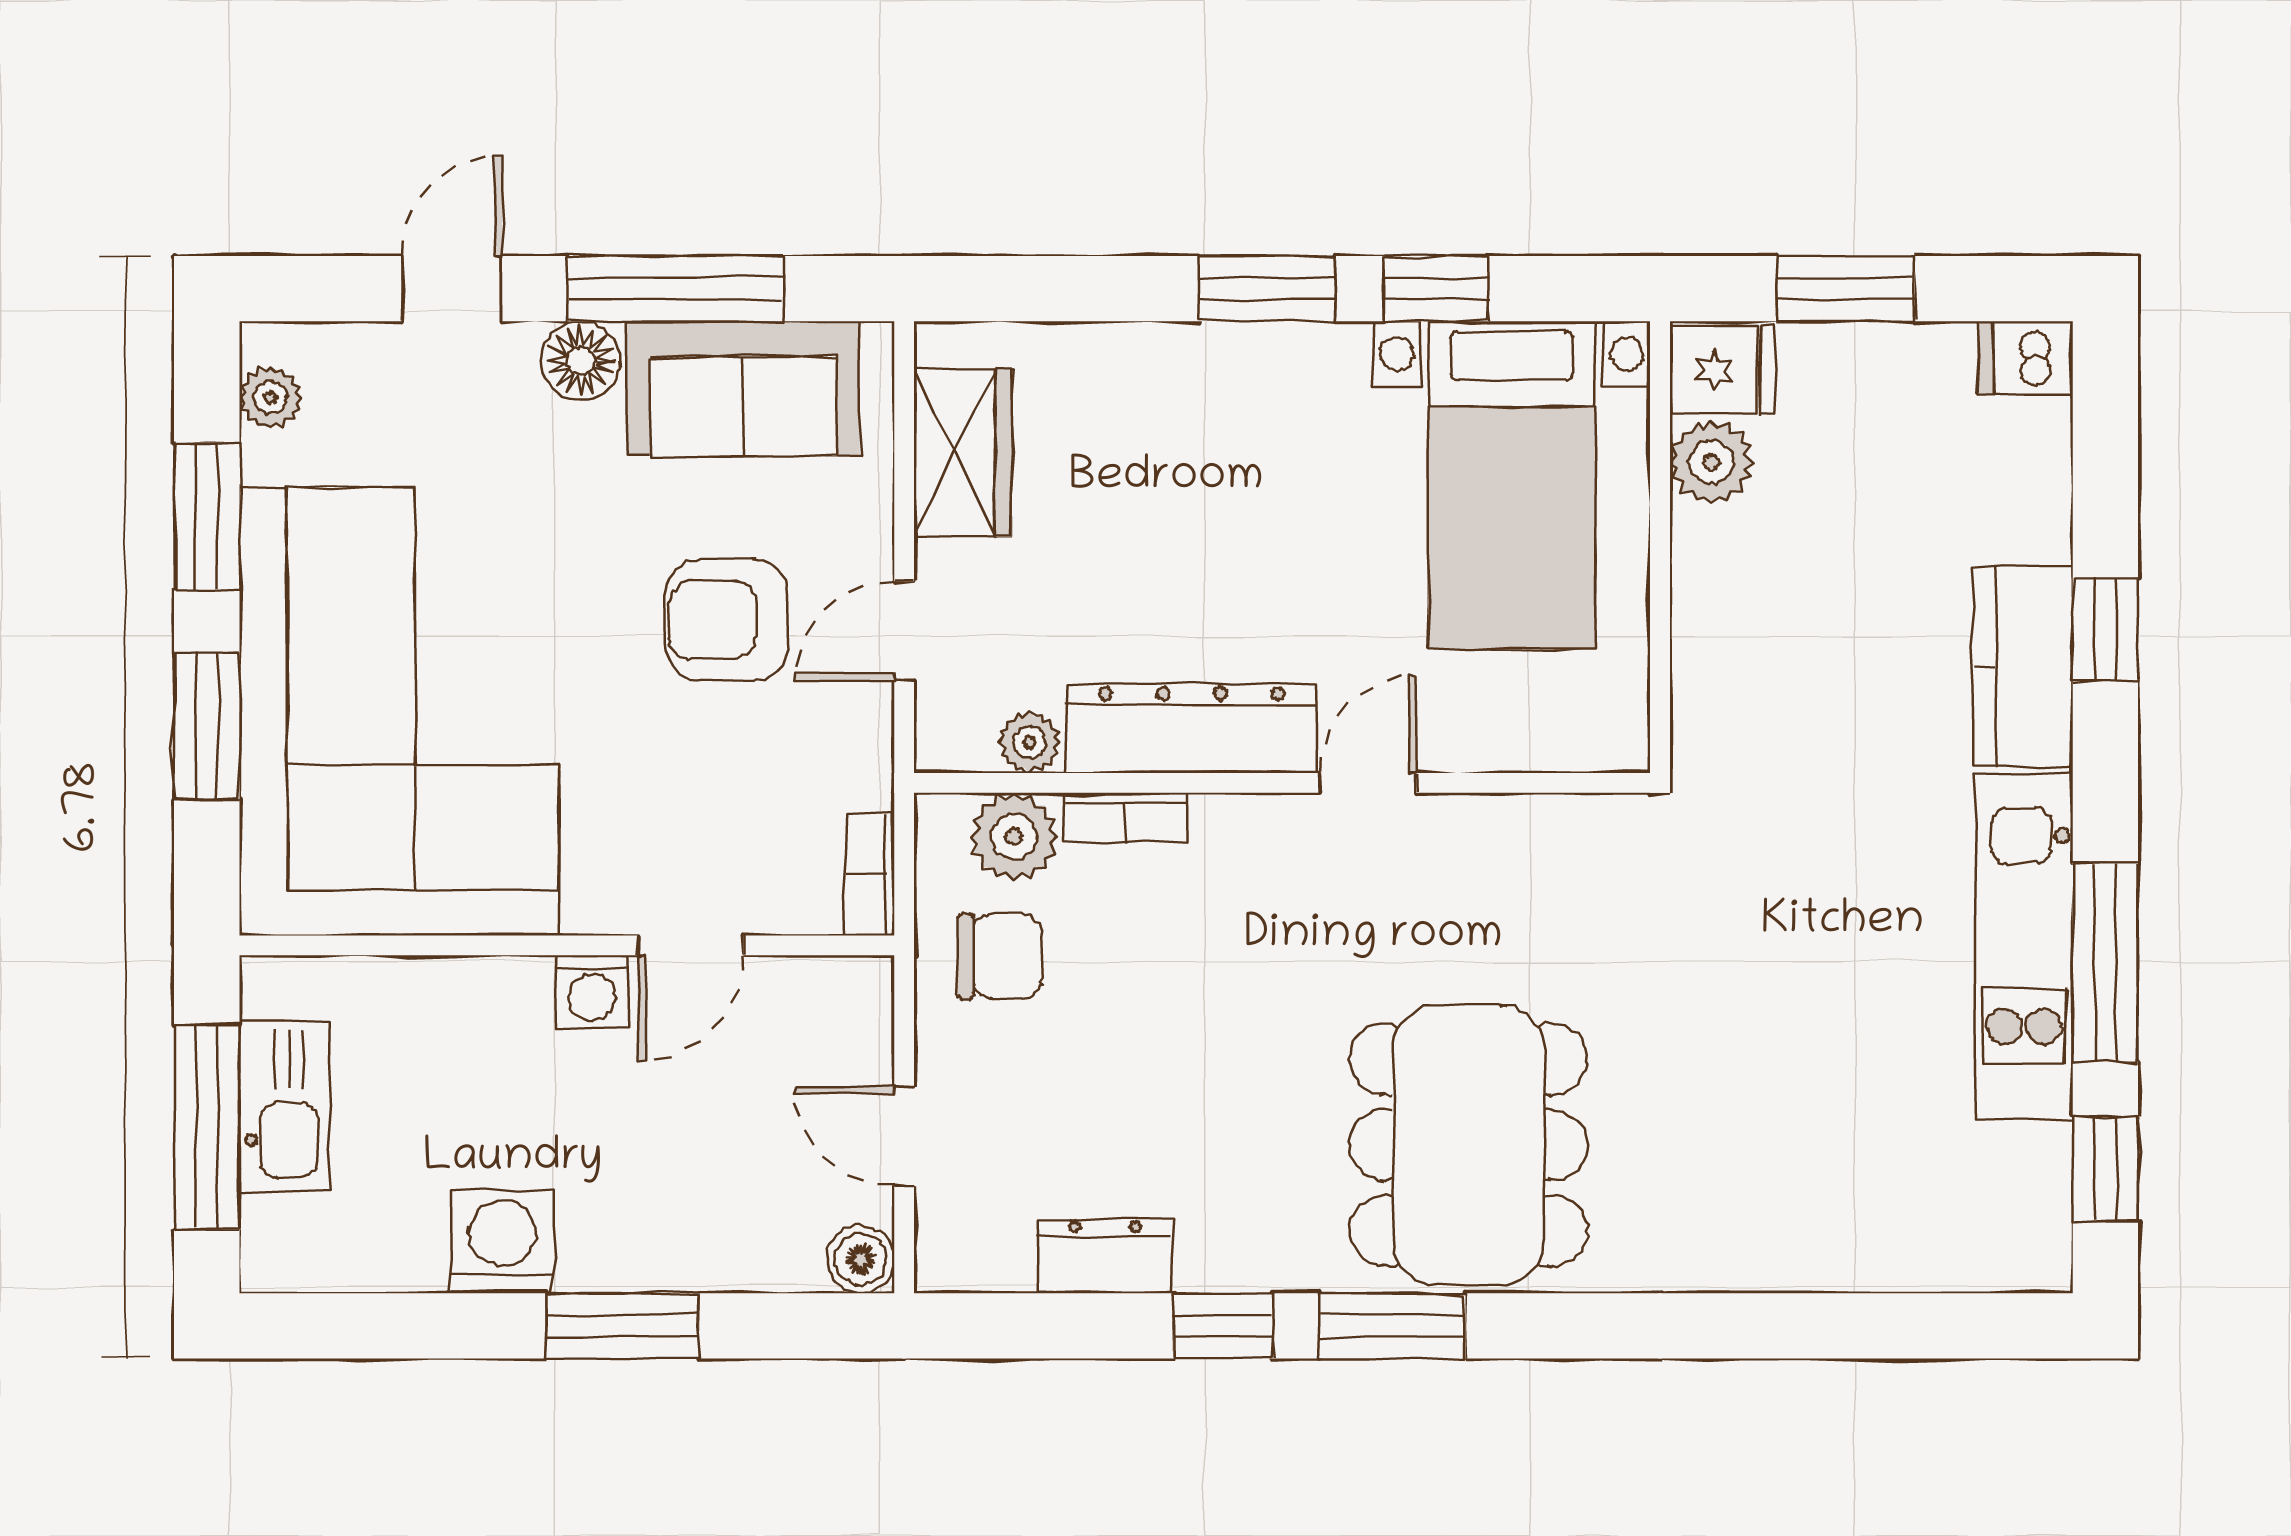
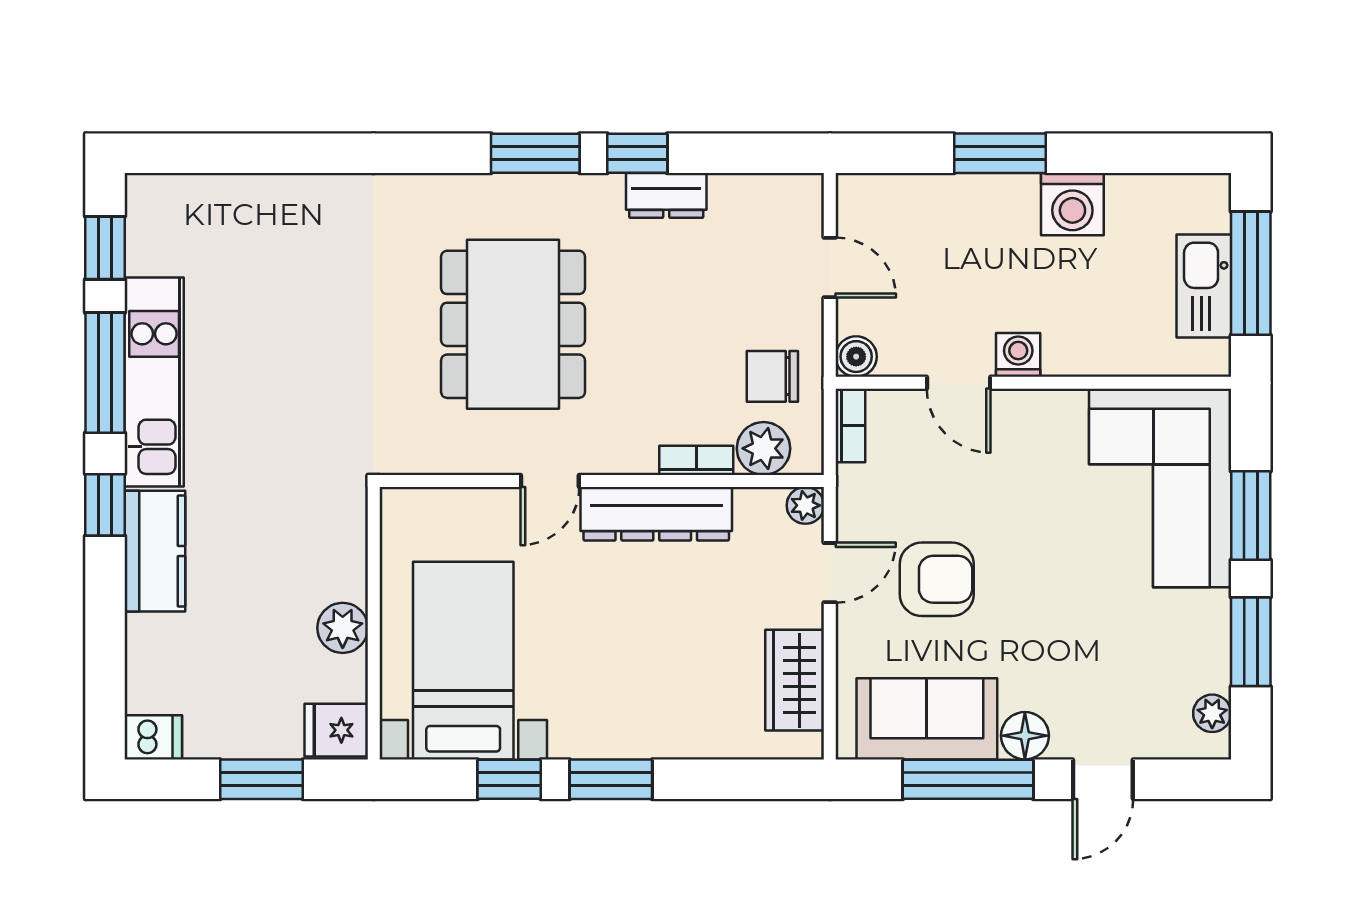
plant: (1711, 462) -> (343, 628), moved
window: (2105, 630) -> (105, 505), moved
corner sofa: (399, 711) -> (1160, 488), width x0.73, depth x0.74
plant: (1029, 742) -> (805, 505), moved
door: (691, 945) -> (959, 383), swing flipped
dining table: (1468, 1145) -> (513, 324), moved
dresser: (1105, 1256) -> (666, 195), moved
boiler: (861, 1259) -> (856, 357), moved

